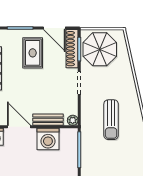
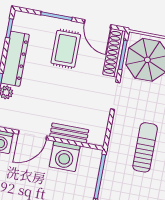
plant: (73, 120) -> (99, 139), removed
sun lounger: (111, 120) -> (145, 147), turned 180
door: (19, 127) -> (32, 135), swing flipped

